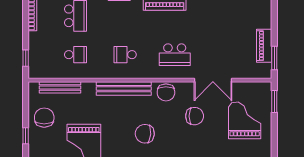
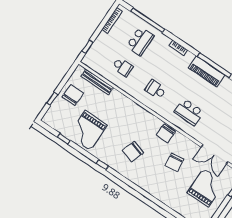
double door: (213, 80) -> (215, 154), moved
bench: (124, 89) -> (139, 112), removed
chair: (195, 116) -> (174, 162), turned 83
chair: (145, 134) -> (133, 152), turned -77

